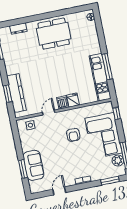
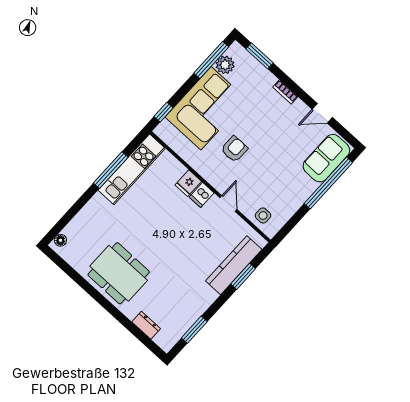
door: (49, 112) -> (228, 204), swing flipped
sofa: (33, 165) -> (326, 158), moved
window: (23, 169) -> (328, 183), width x2.11

